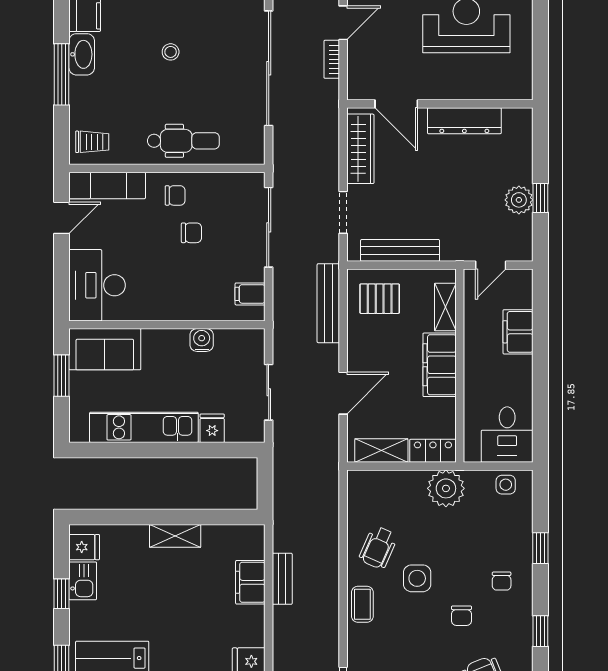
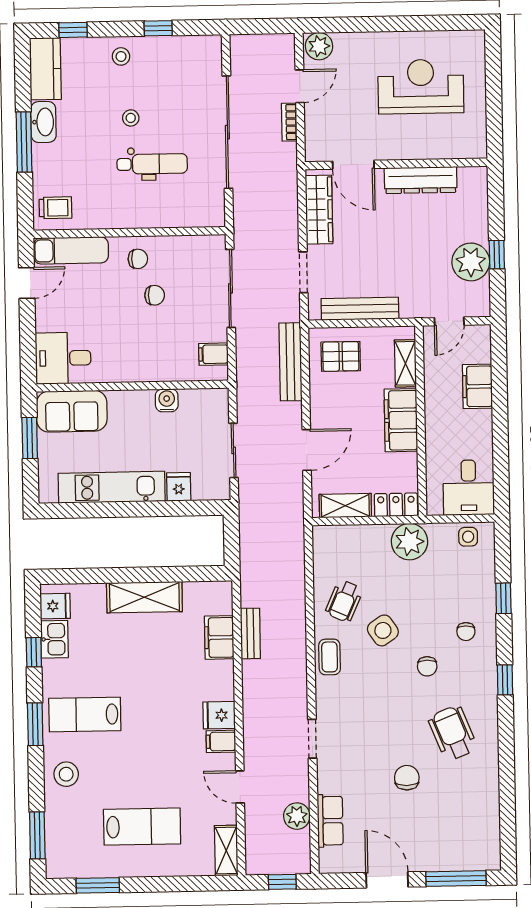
dental chair: (183, 141) -> (152, 164), moved
plant: (519, 200) -> (471, 262), width x1.36, depth x1.36
desk: (97, 285) -> (63, 358), width x0.73
shelving: (175, 536) -> (144, 597), width x1.50, depth x1.33
side table: (417, 578) -> (383, 630), turned -34

